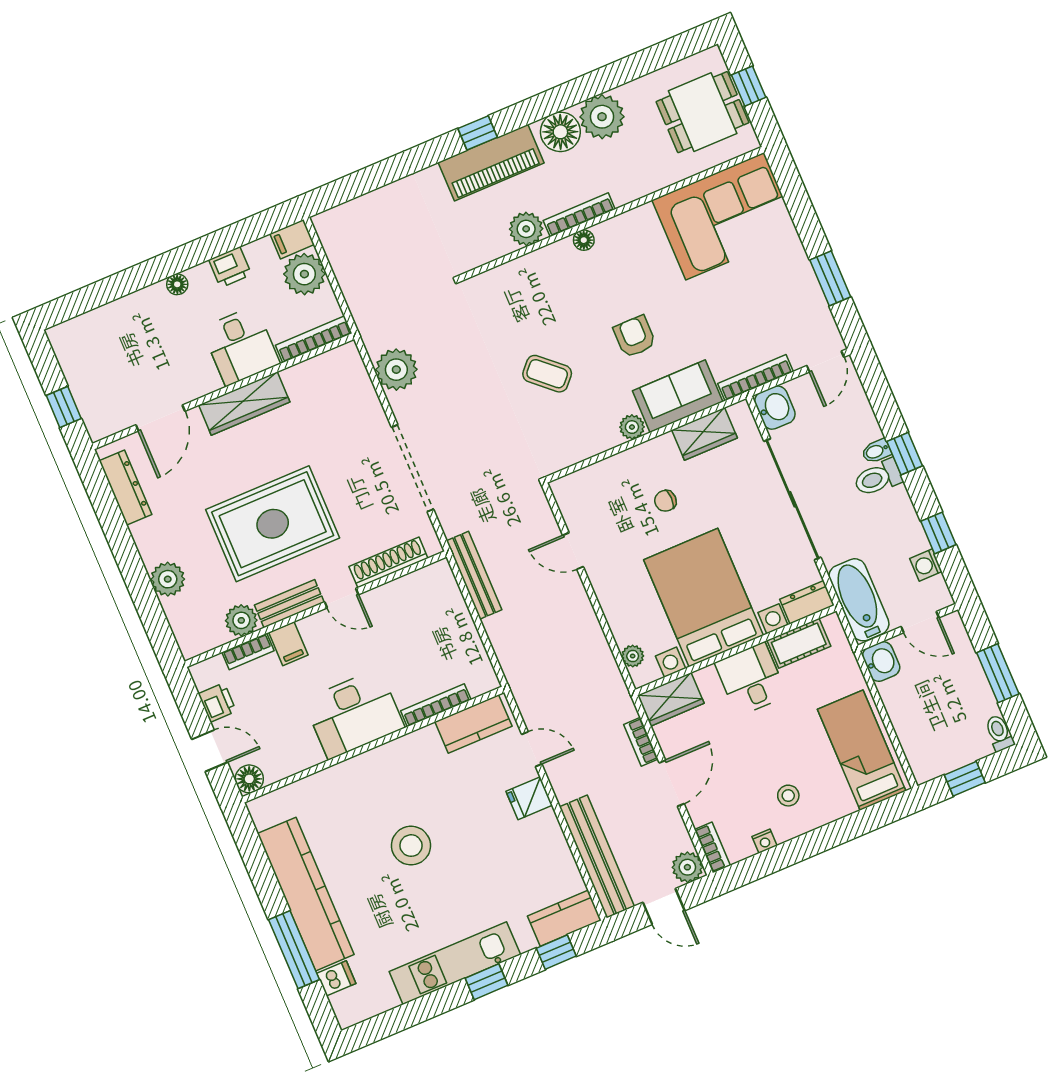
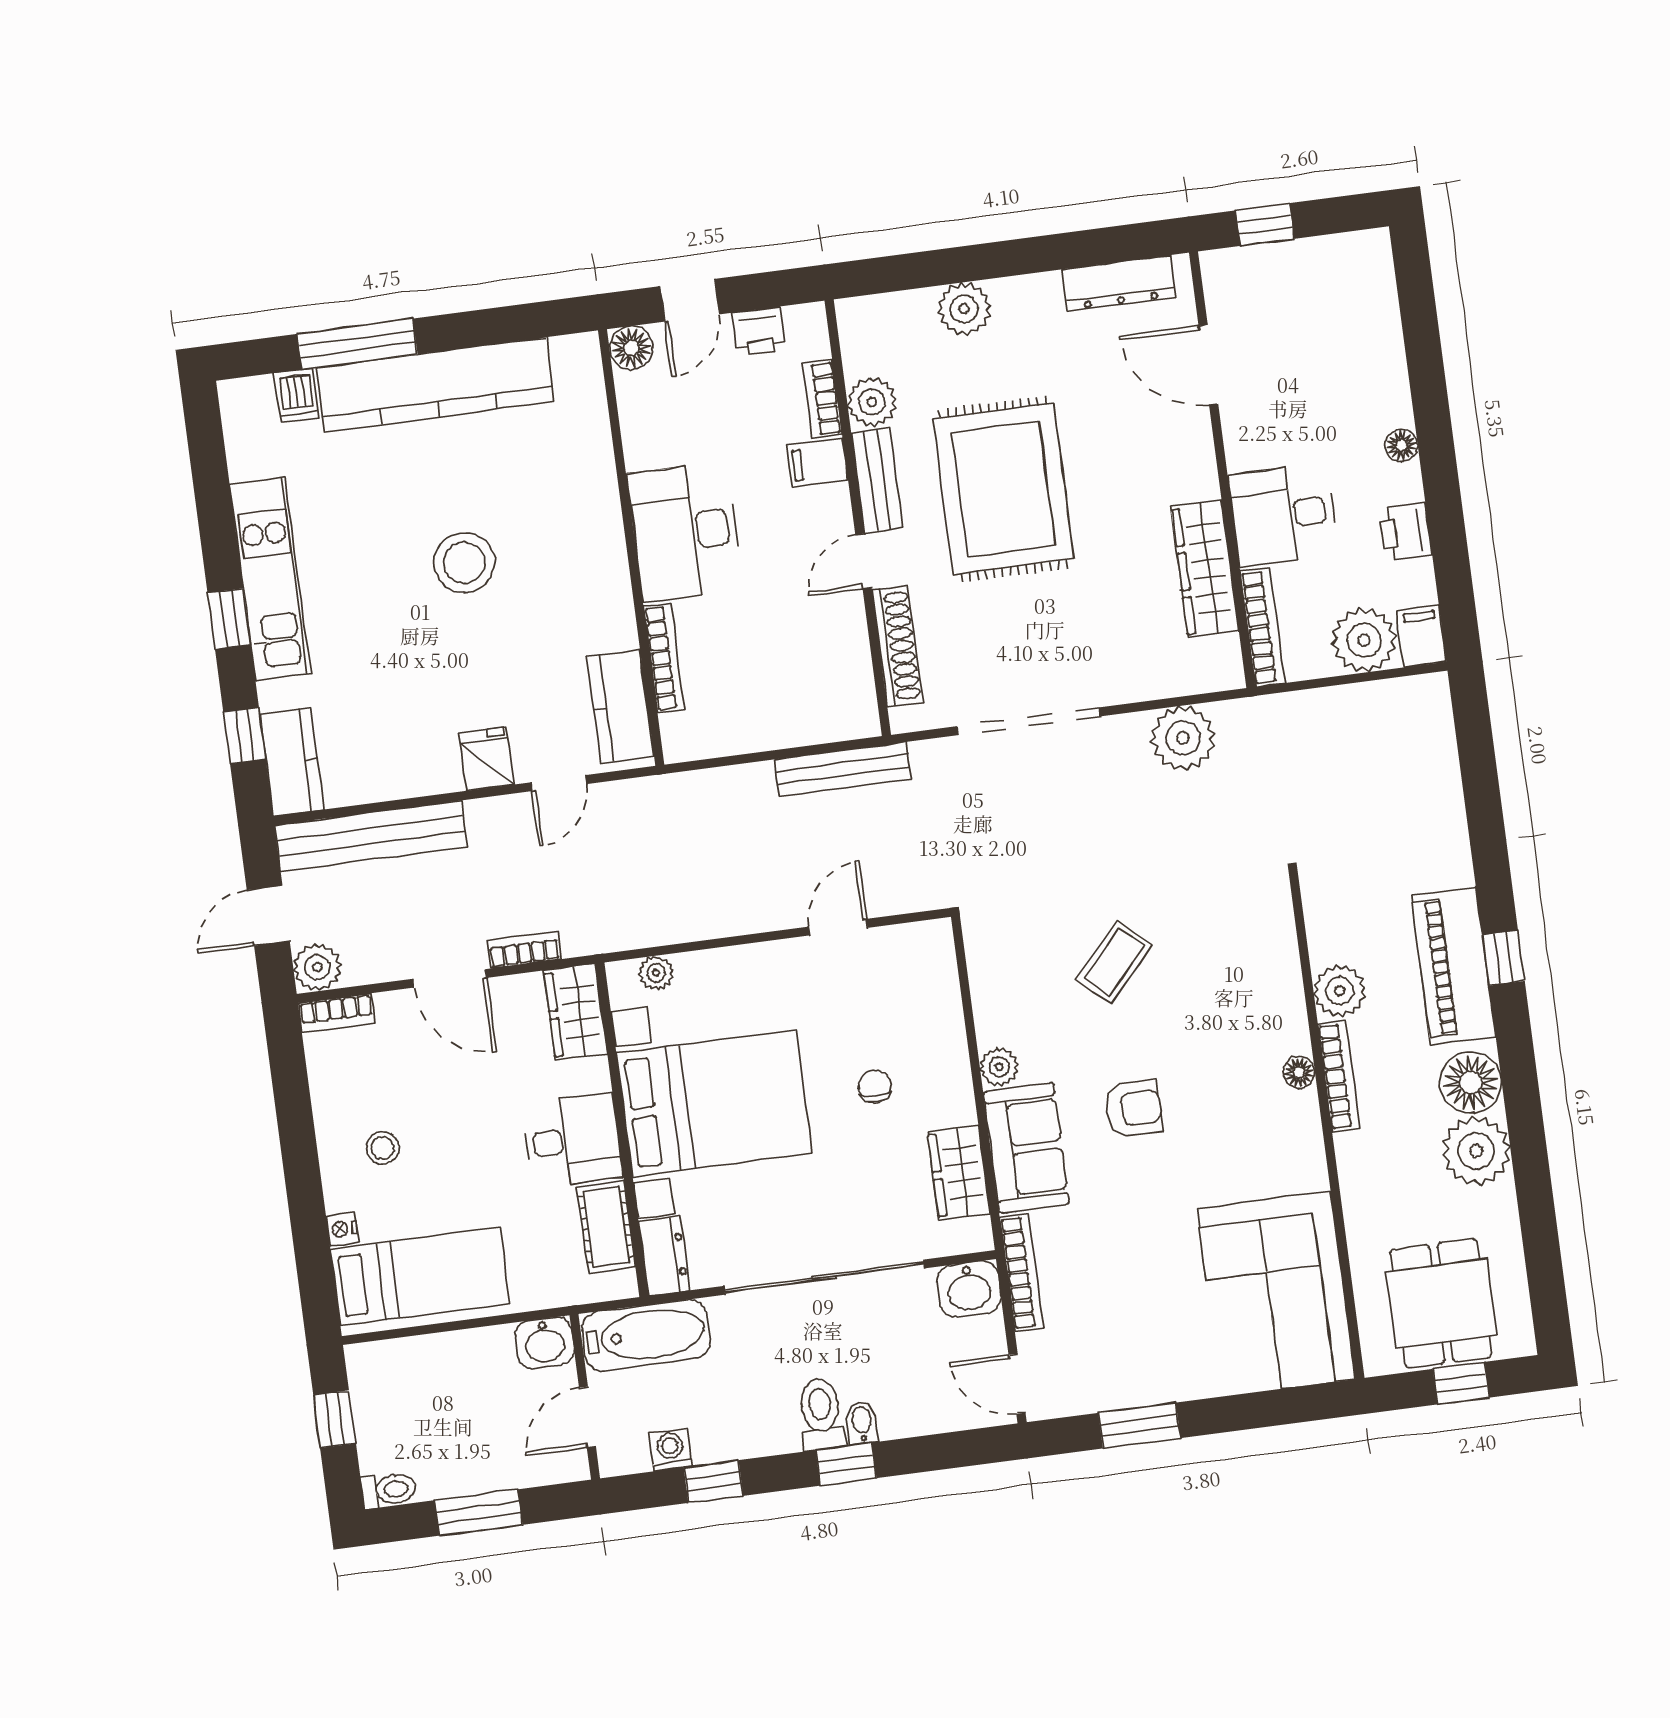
wardrobe: (244, 403) -> (1205, 569), moved
nightstand: (764, 841) -> (342, 1229), moved

